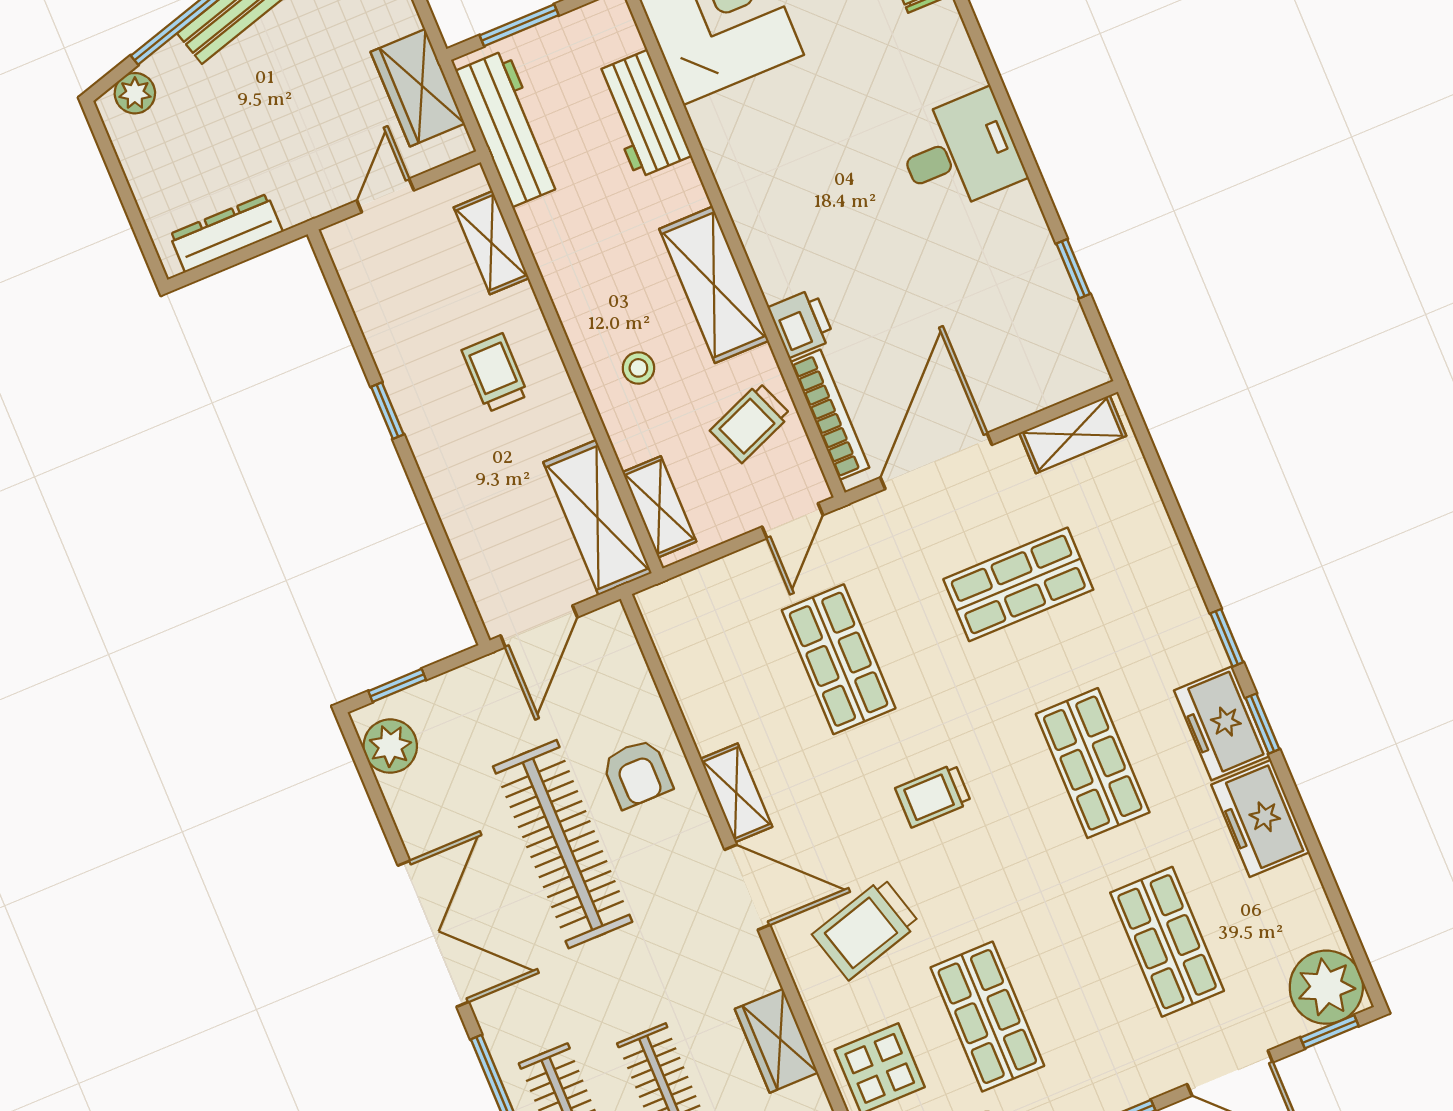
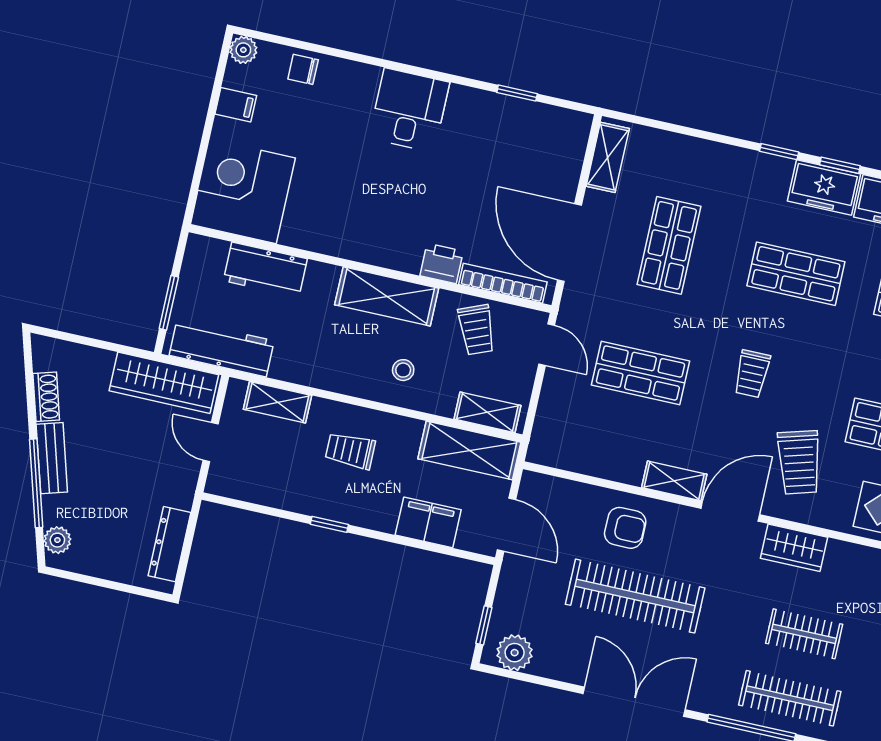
wardrobe: (418, 88) -> (164, 383), width x1.50
filing cabinet: (475, 529) -> (428, 522), added
wardrobe: (776, 1041) -> (794, 548), moved

